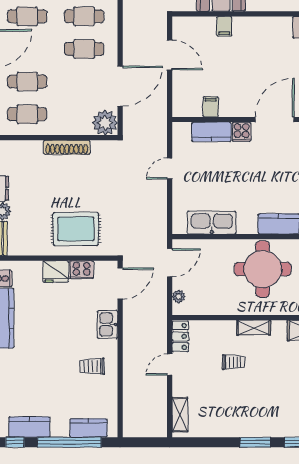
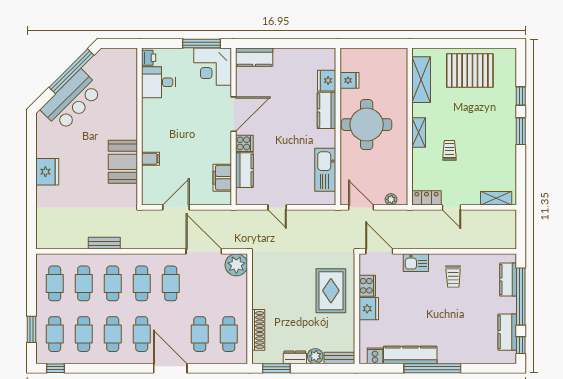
filing cabinet: (211, 107) -> (222, 178), width x2.00
door: (274, 120) -> (234, 114), swing flipped
shoe rack: (67, 147) -> (258, 330), moved

